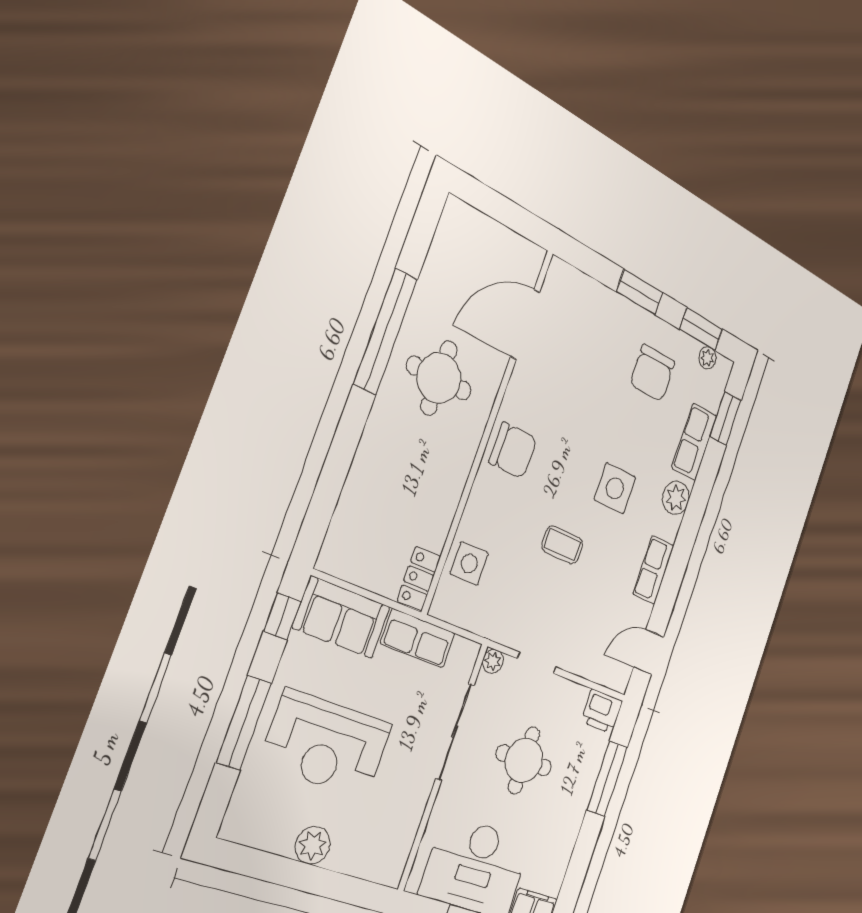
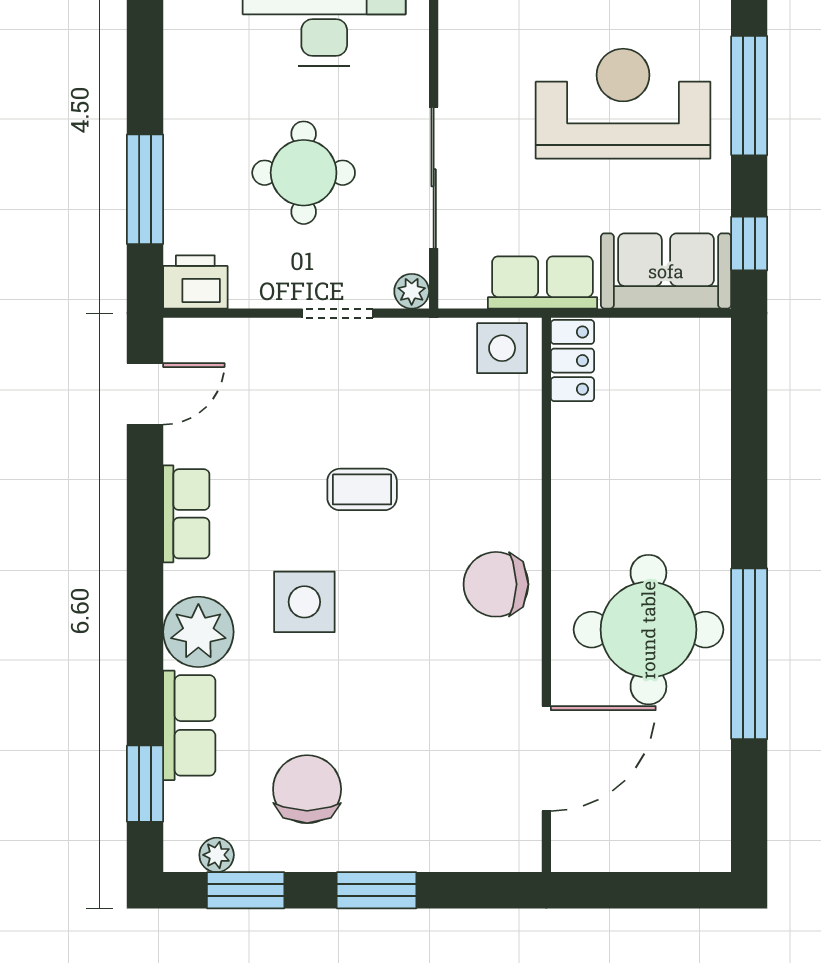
round table: (439, 378) -> (648, 630), width x1.36, depth x1.36
plant: (676, 498) -> (198, 632), width x1.36, depth x1.36
side table: (469, 564) -> (502, 348), moved

